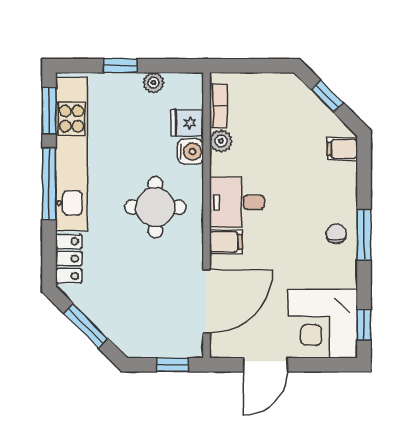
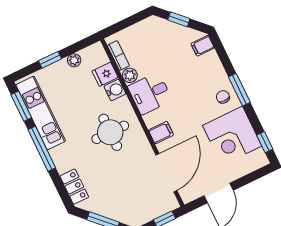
kitchen unit: (72, 154) -> (41, 113), width x0.73
desk: (237, 202) -> (150, 93), moved
corner desk: (323, 323) -> (232, 136), moved

